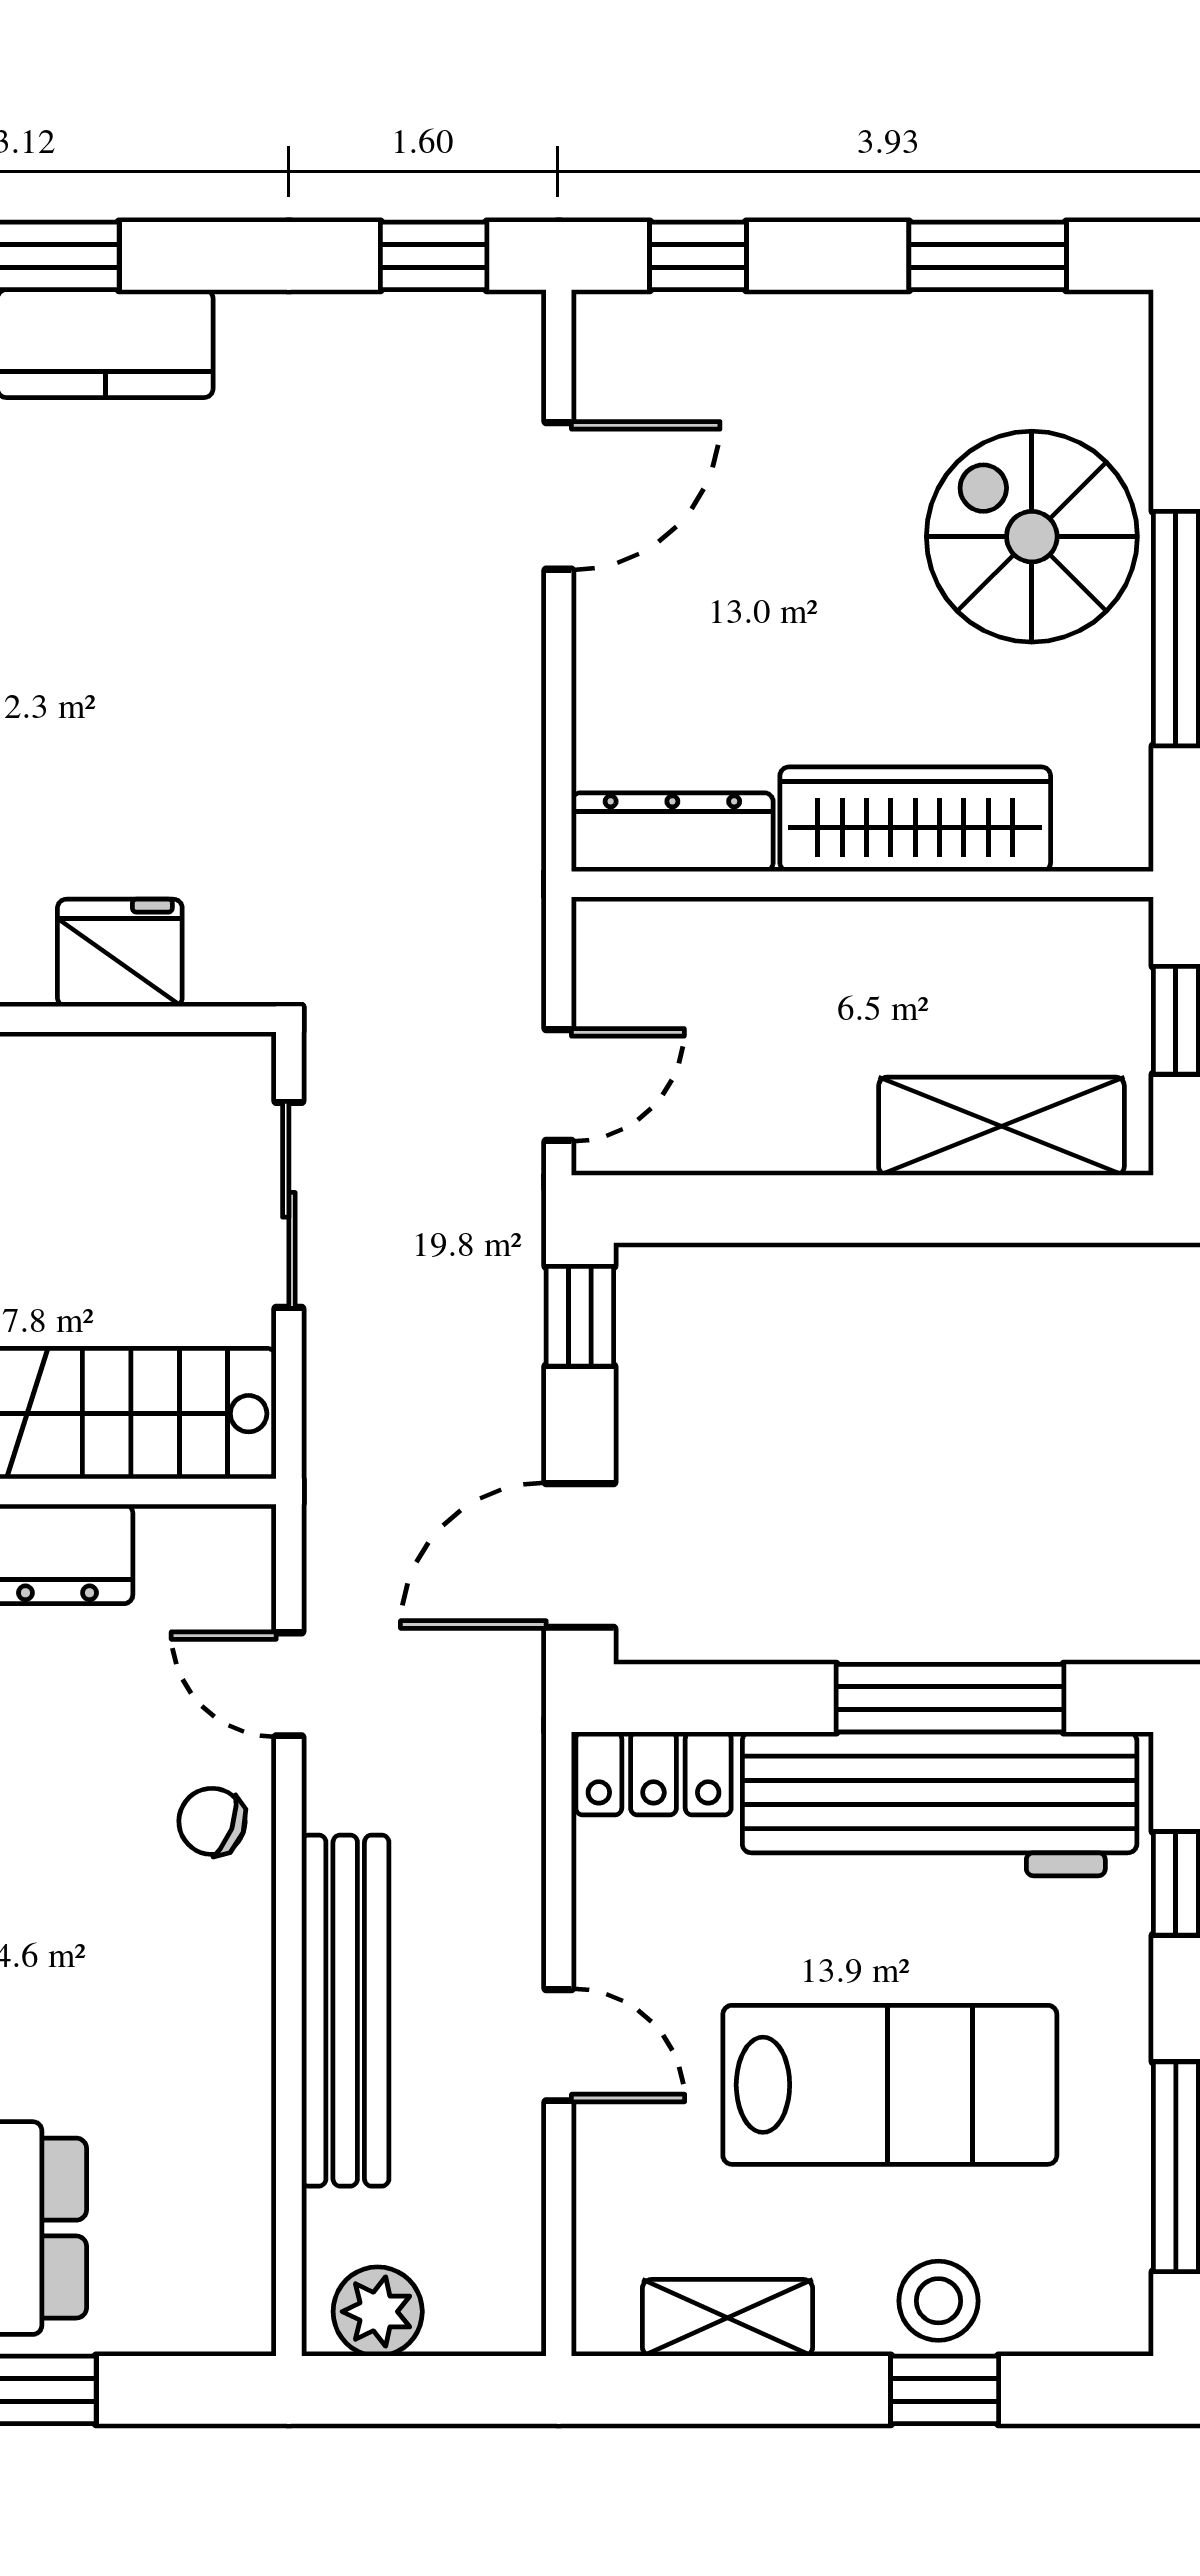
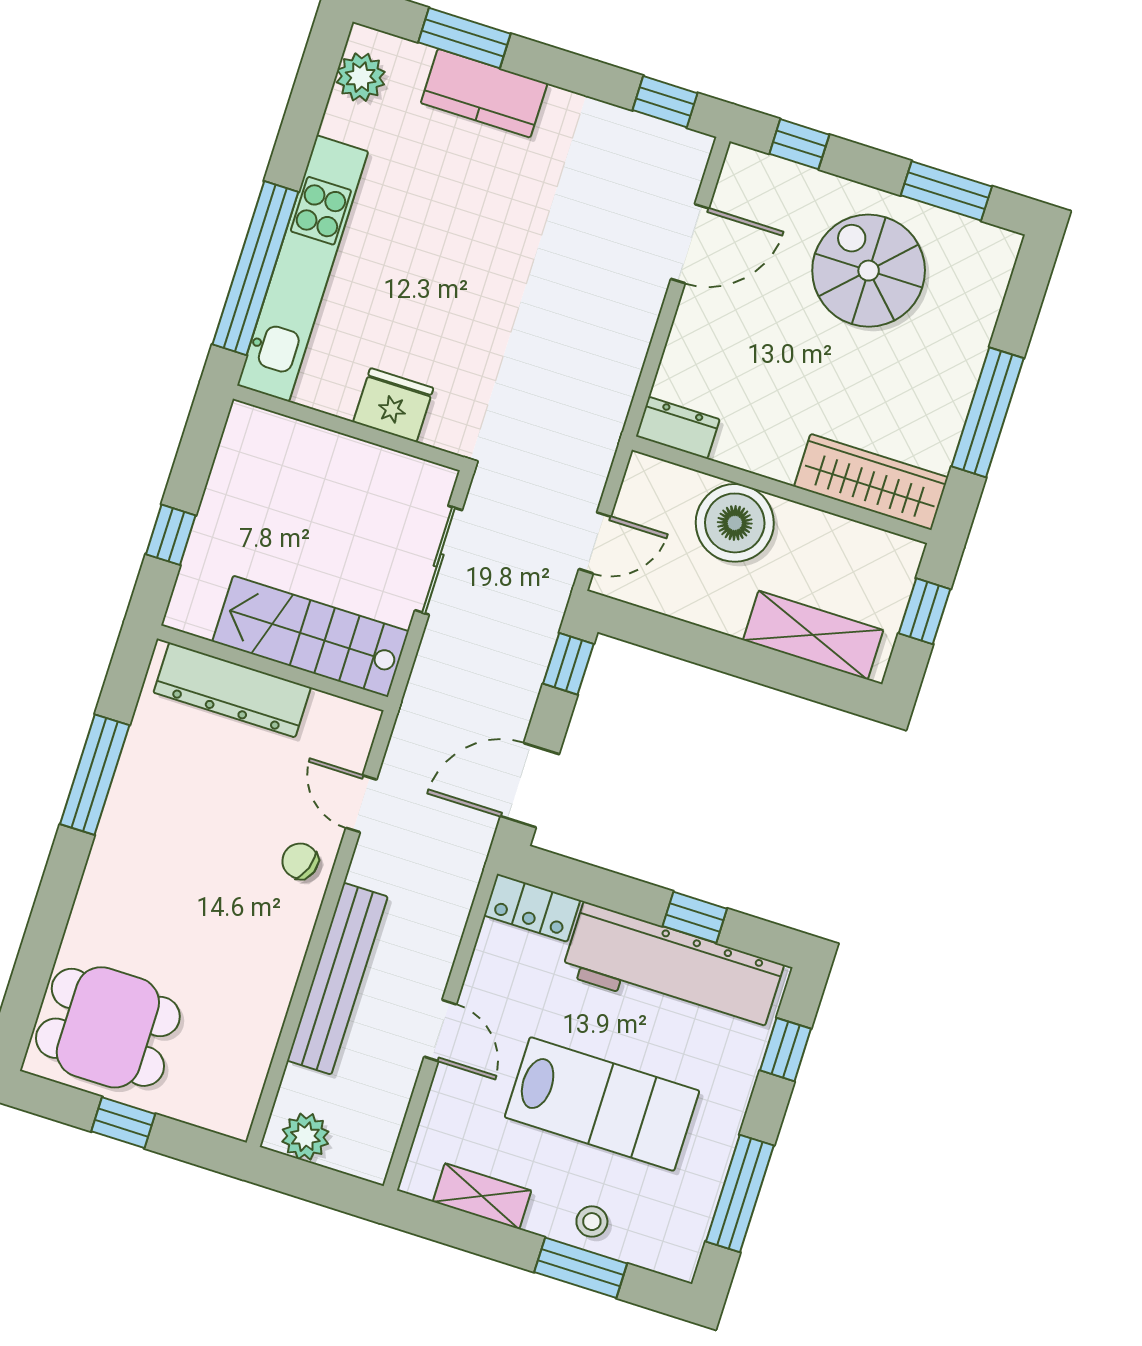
spiral stairs: (1032, 537) -> (869, 271), moved
wardrobe: (915, 819) -> (871, 482), moved
dresser: (672, 832) -> (678, 428), width x0.70
boiler: (798, 970) -> (735, 523), added
window: (950, 1698) -> (695, 917), width x0.46
stool: (938, 2301) -> (592, 1222), width x0.73, depth x0.73
window: (945, 2390) -> (581, 1268), width x1.50

